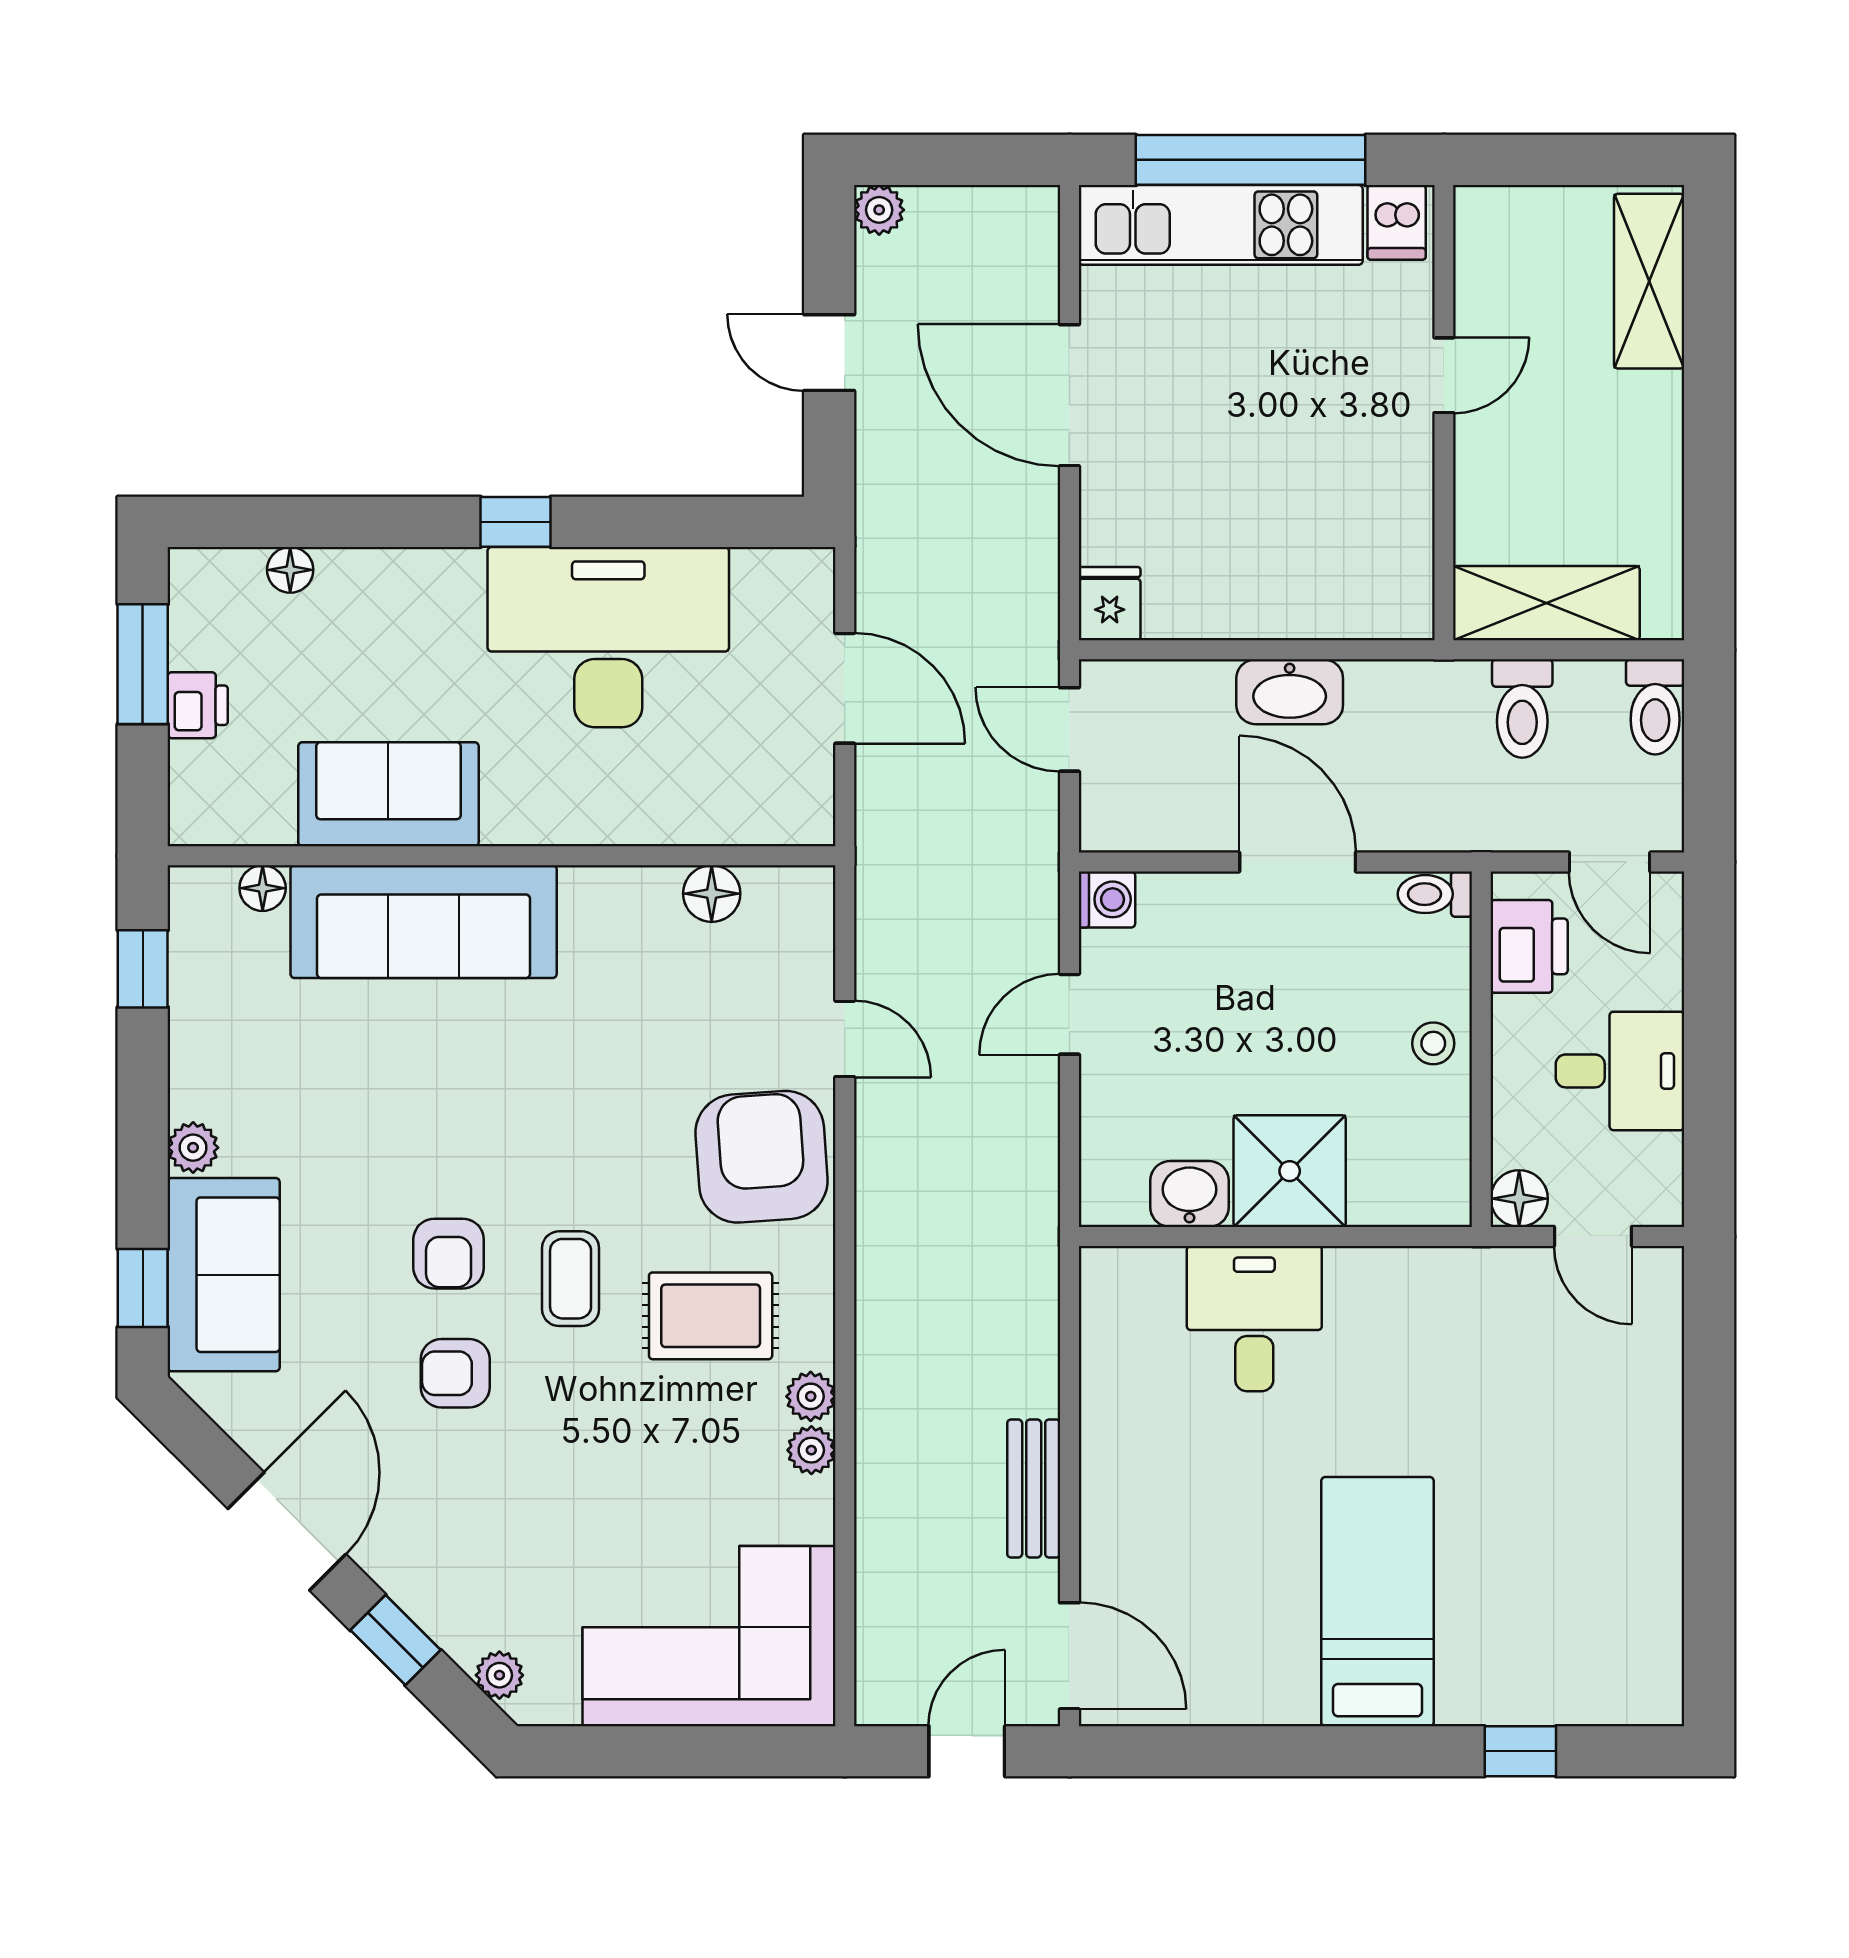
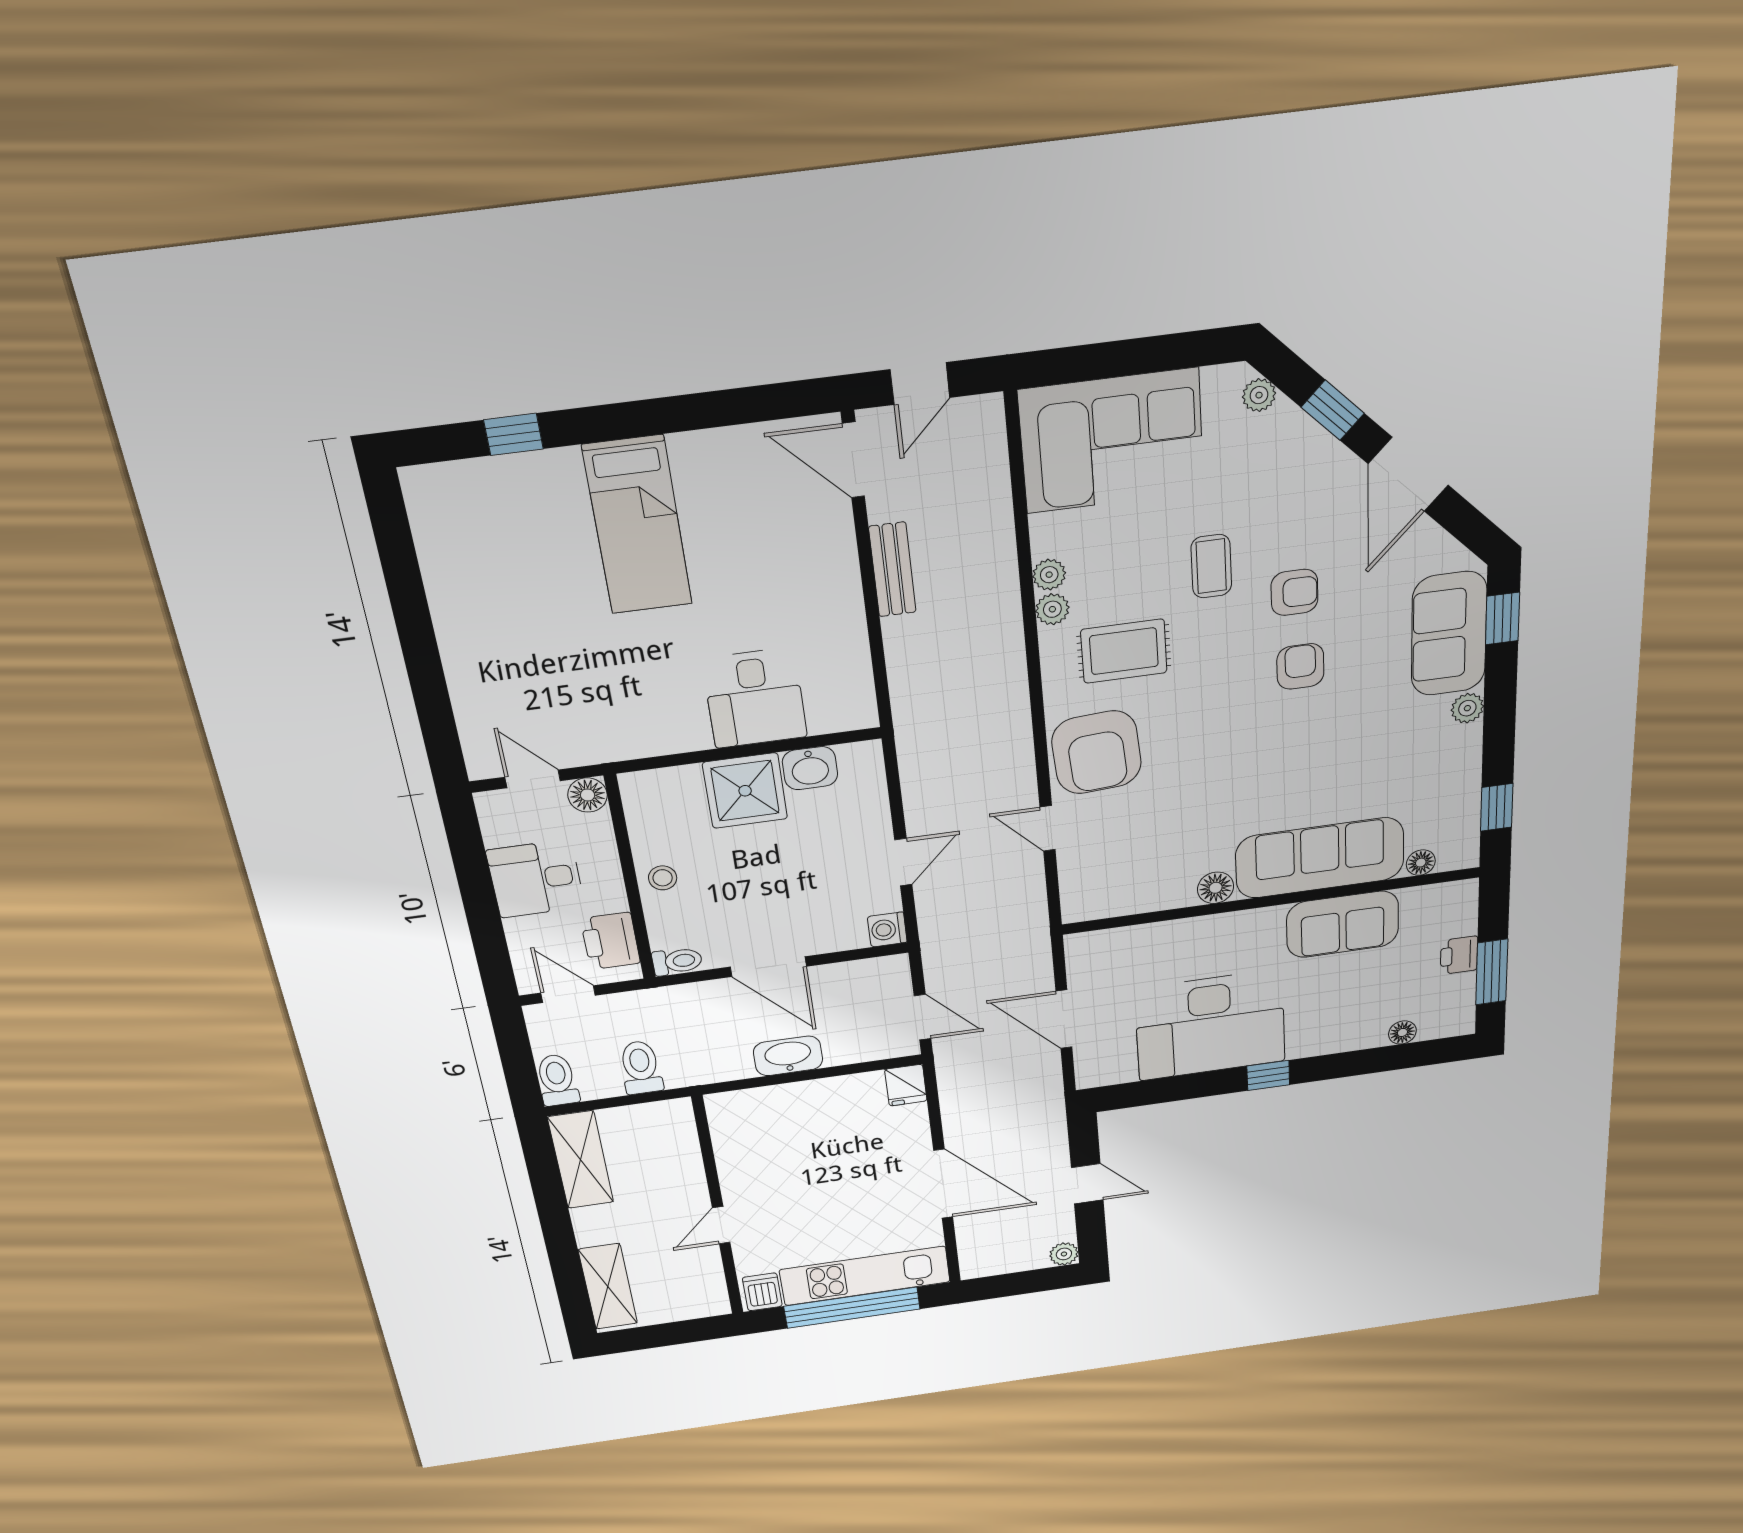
shelving: (1546, 603) -> (581, 1160), moved, turned 90
floor lamp: (712, 894) -> (1216, 888), moved
coffee table: (571, 1279) -> (1211, 566), moved

